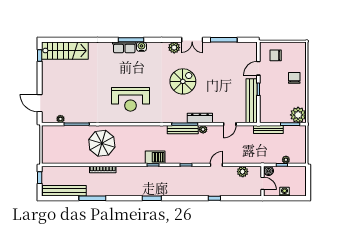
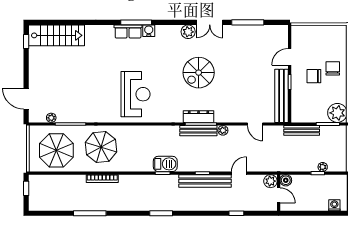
chair: (276, 55) -> (314, 76), moved
spiral stairs: (183, 81) -> (199, 73), turned 180
reception desk: (130, 99) -> (136, 94), turned -90
dresser: (200, 118) -> (199, 117), moved
door: (230, 124) -> (255, 124), hinge flipped
parasol: (65, 146) -> (56, 150), added
boiler: (269, 171) -> (286, 180), moved
wall: (263, 181) -> (279, 193), moved
door: (263, 183) -> (279, 195), moved
bench: (64, 191) -> (205, 181), moved
washing machine: (285, 192) -> (334, 205), moved

